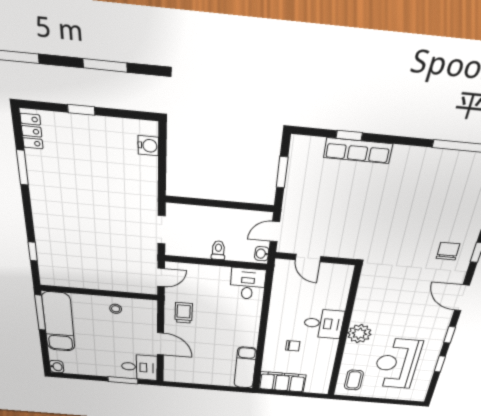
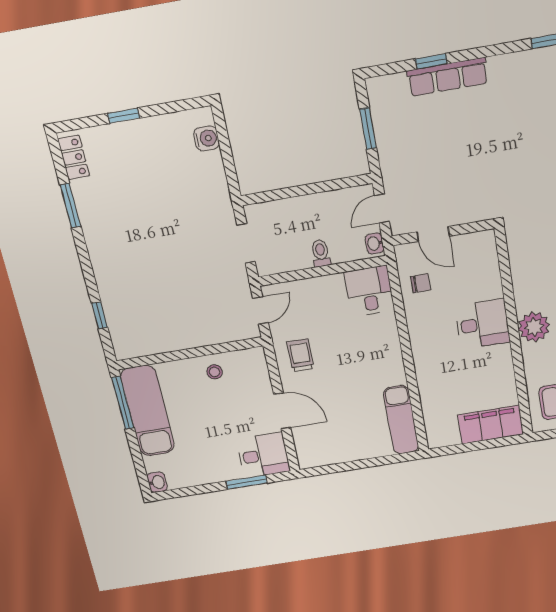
chair: (293, 346) -> (421, 283), moved
filing cabinet: (282, 382) -> (491, 425), moved

